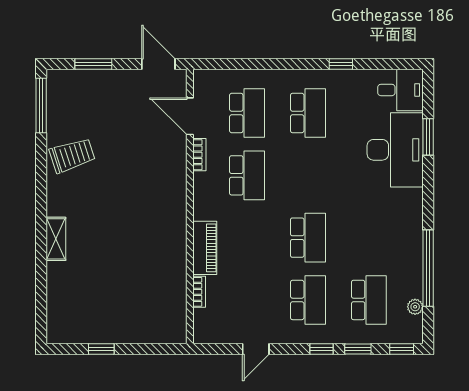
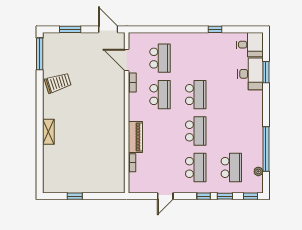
school desk: (308, 113) -> (196, 95), moved
desk: (395, 150) -> (250, 74), width x0.73, depth x0.77

